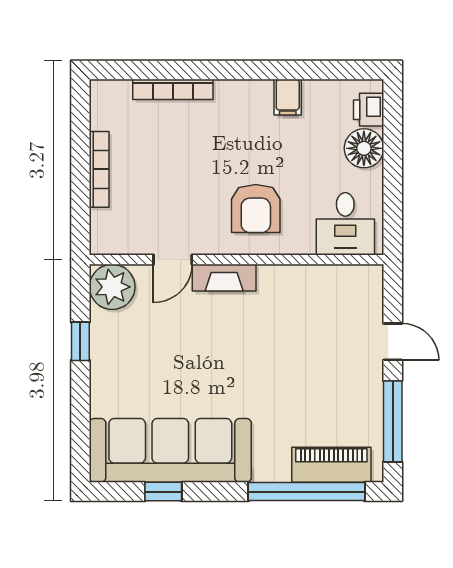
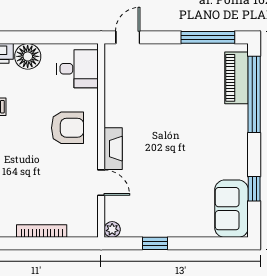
plant: (112, 287) -> (112, 229), width x0.53, depth x0.53
door: (393, 342) -> (128, 37), moved
sofa: (170, 450) -> (231, 209), width x0.54, depth x0.79

